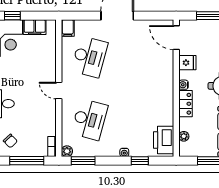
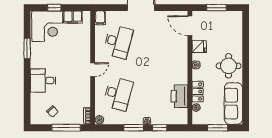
door: (59, 91) -> (93, 70), swing flipped
locker: (185, 104) -> (198, 92), moved
printer: (164, 140) -> (179, 96), moved
window: (83, 161) -> (134, 128), moved

